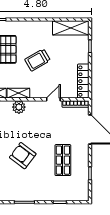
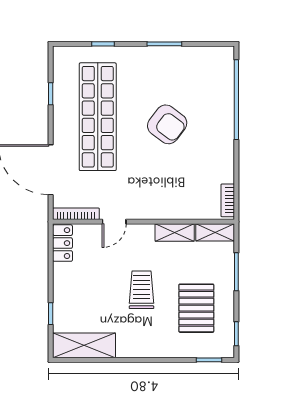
trolley: (38, 60) -> (142, 290), turned -60
locker: (83, 81) -> (62, 243), width x0.66
plant: (19, 107) -> (174, 208), removed
shop shelf: (63, 160) -> (98, 117), width x2.00, depth x1.36

